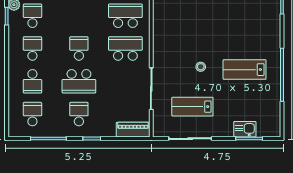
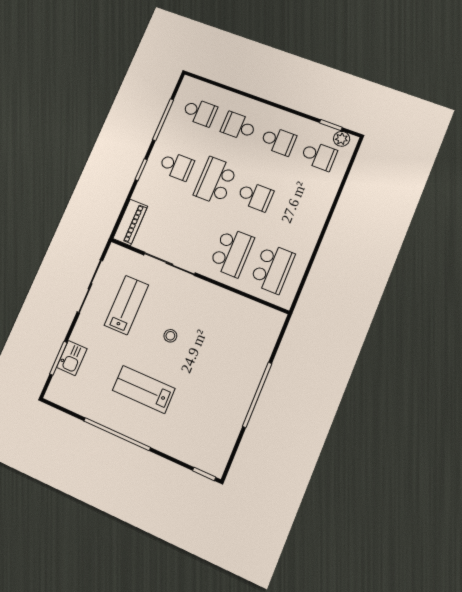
lab bench: (245, 70) -> (144, 389), turned -90

